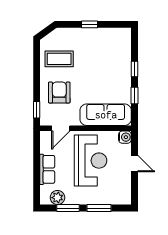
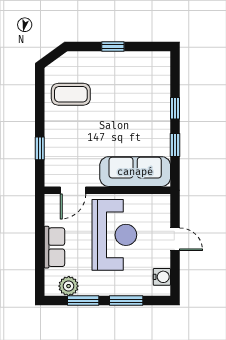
armchair: (59, 93) -> (71, 141), removed
window: (37, 110) -> (40, 148), moved
water cooler: (125, 137) -> (162, 277), moved

